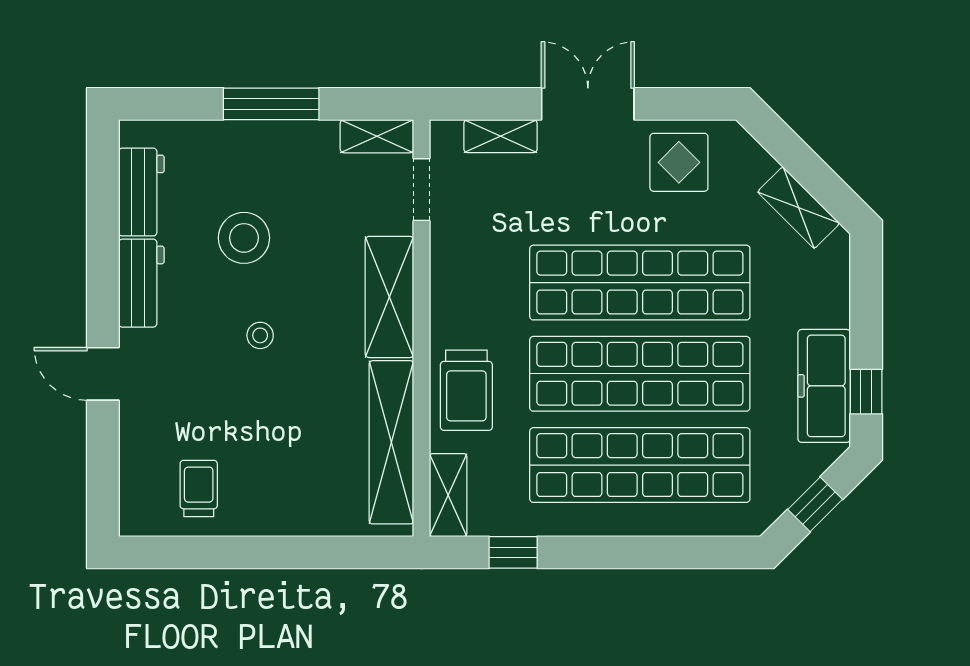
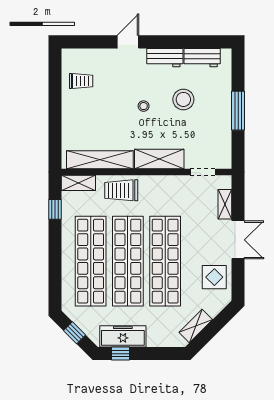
shelving: (377, 136) -> (225, 154), removed

